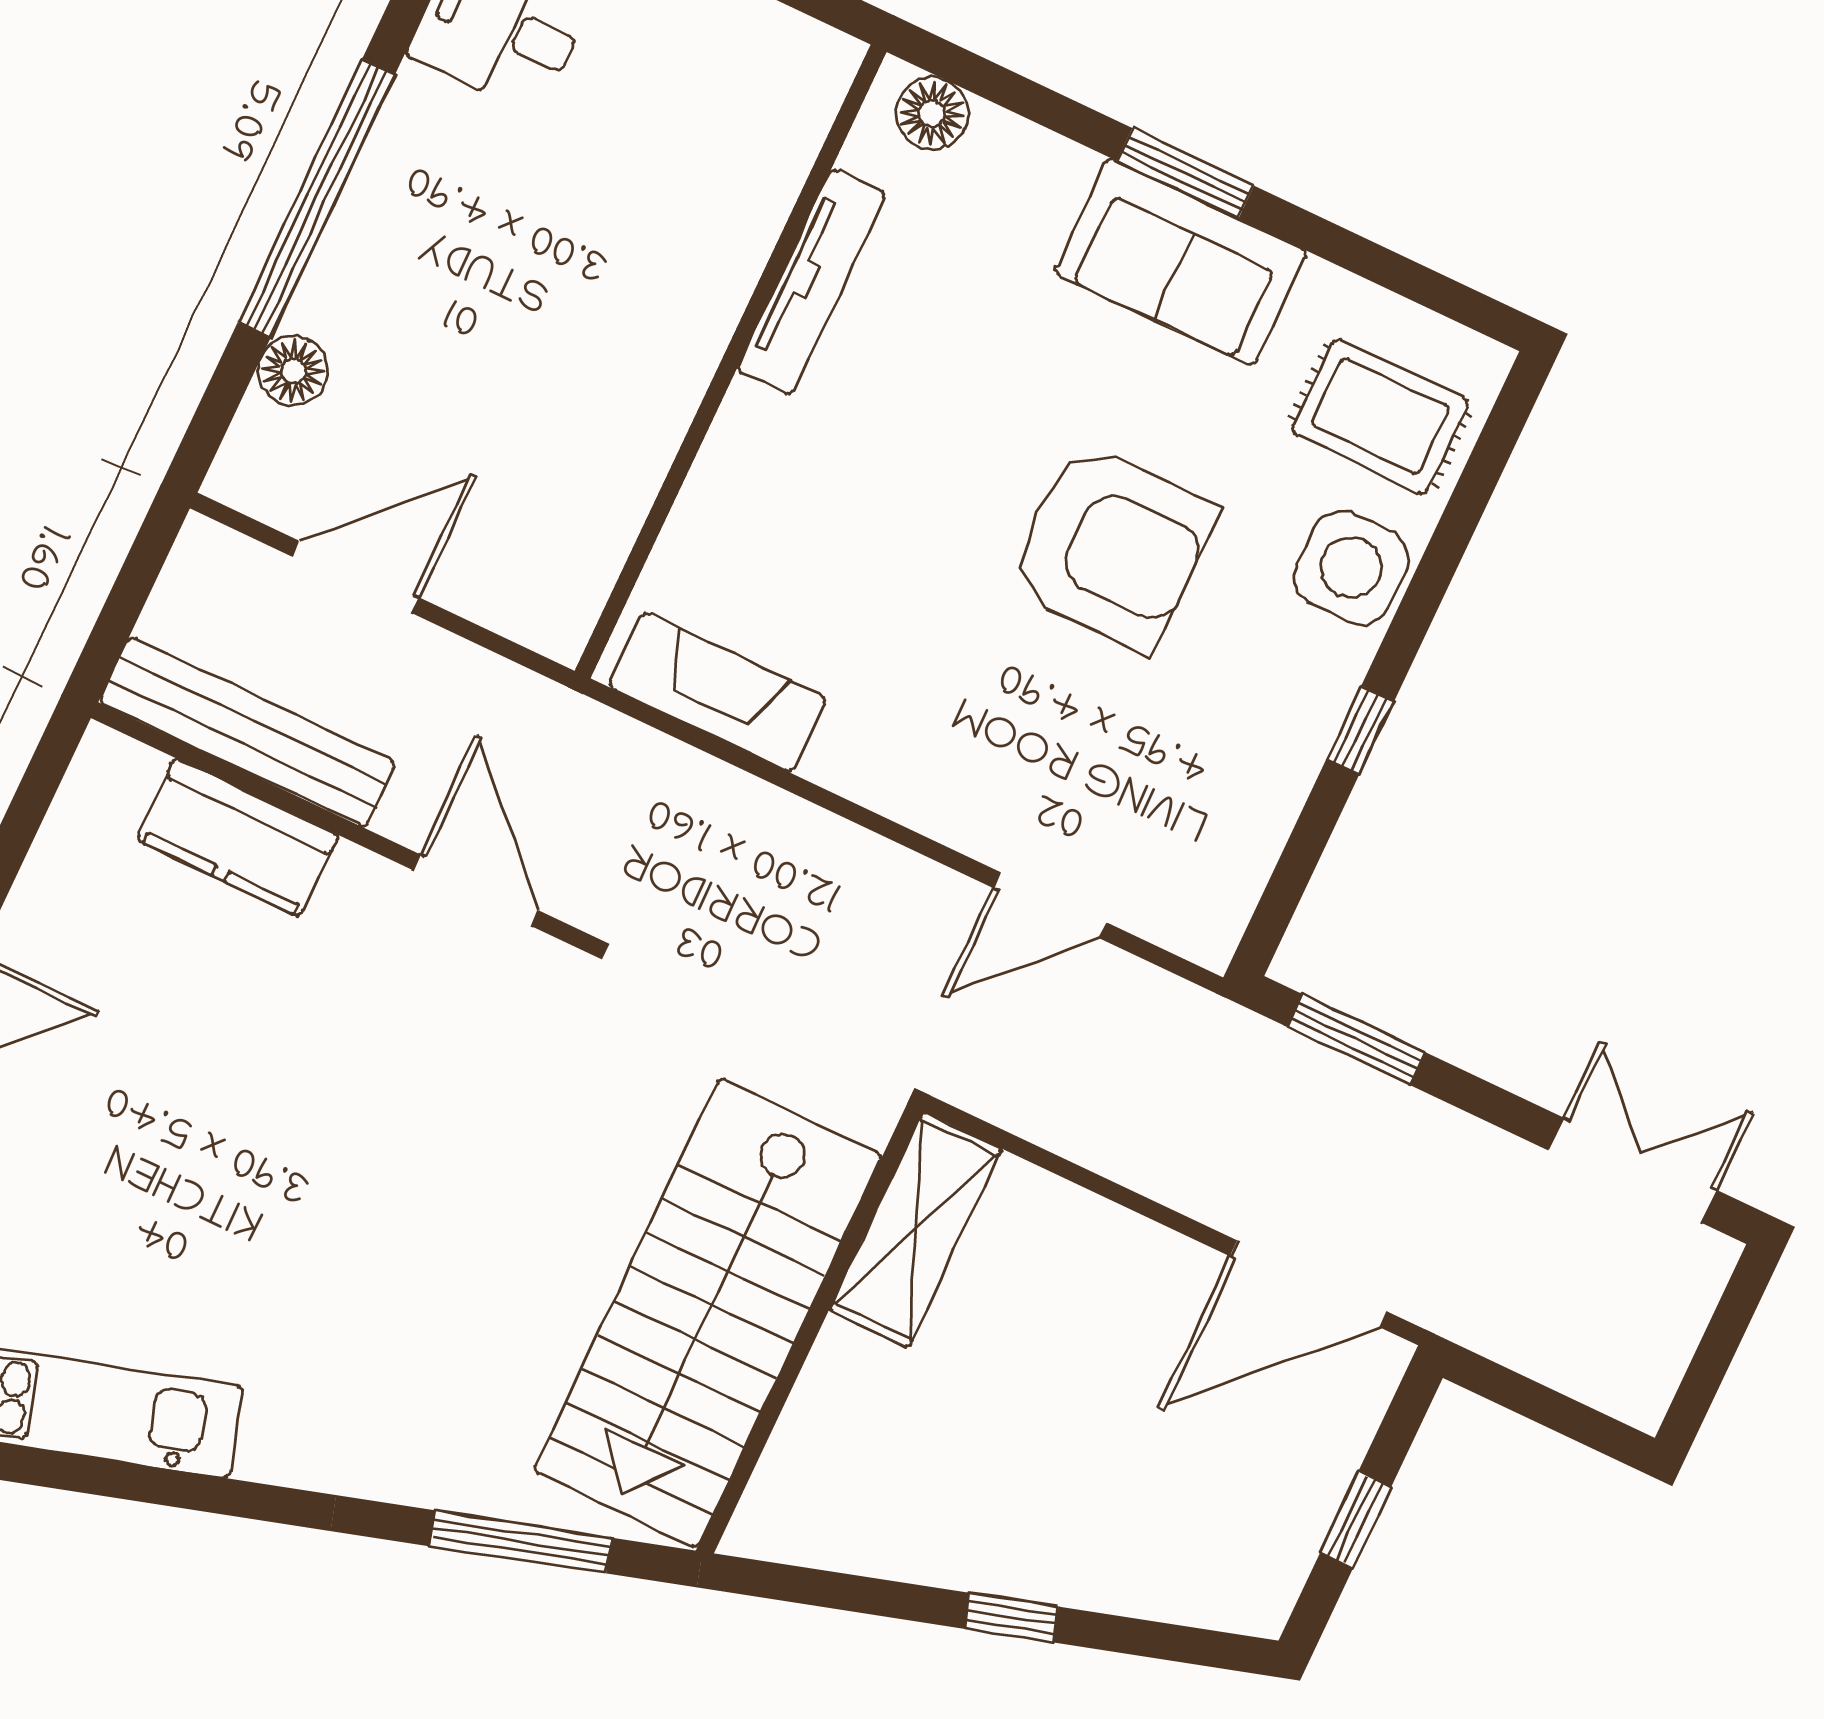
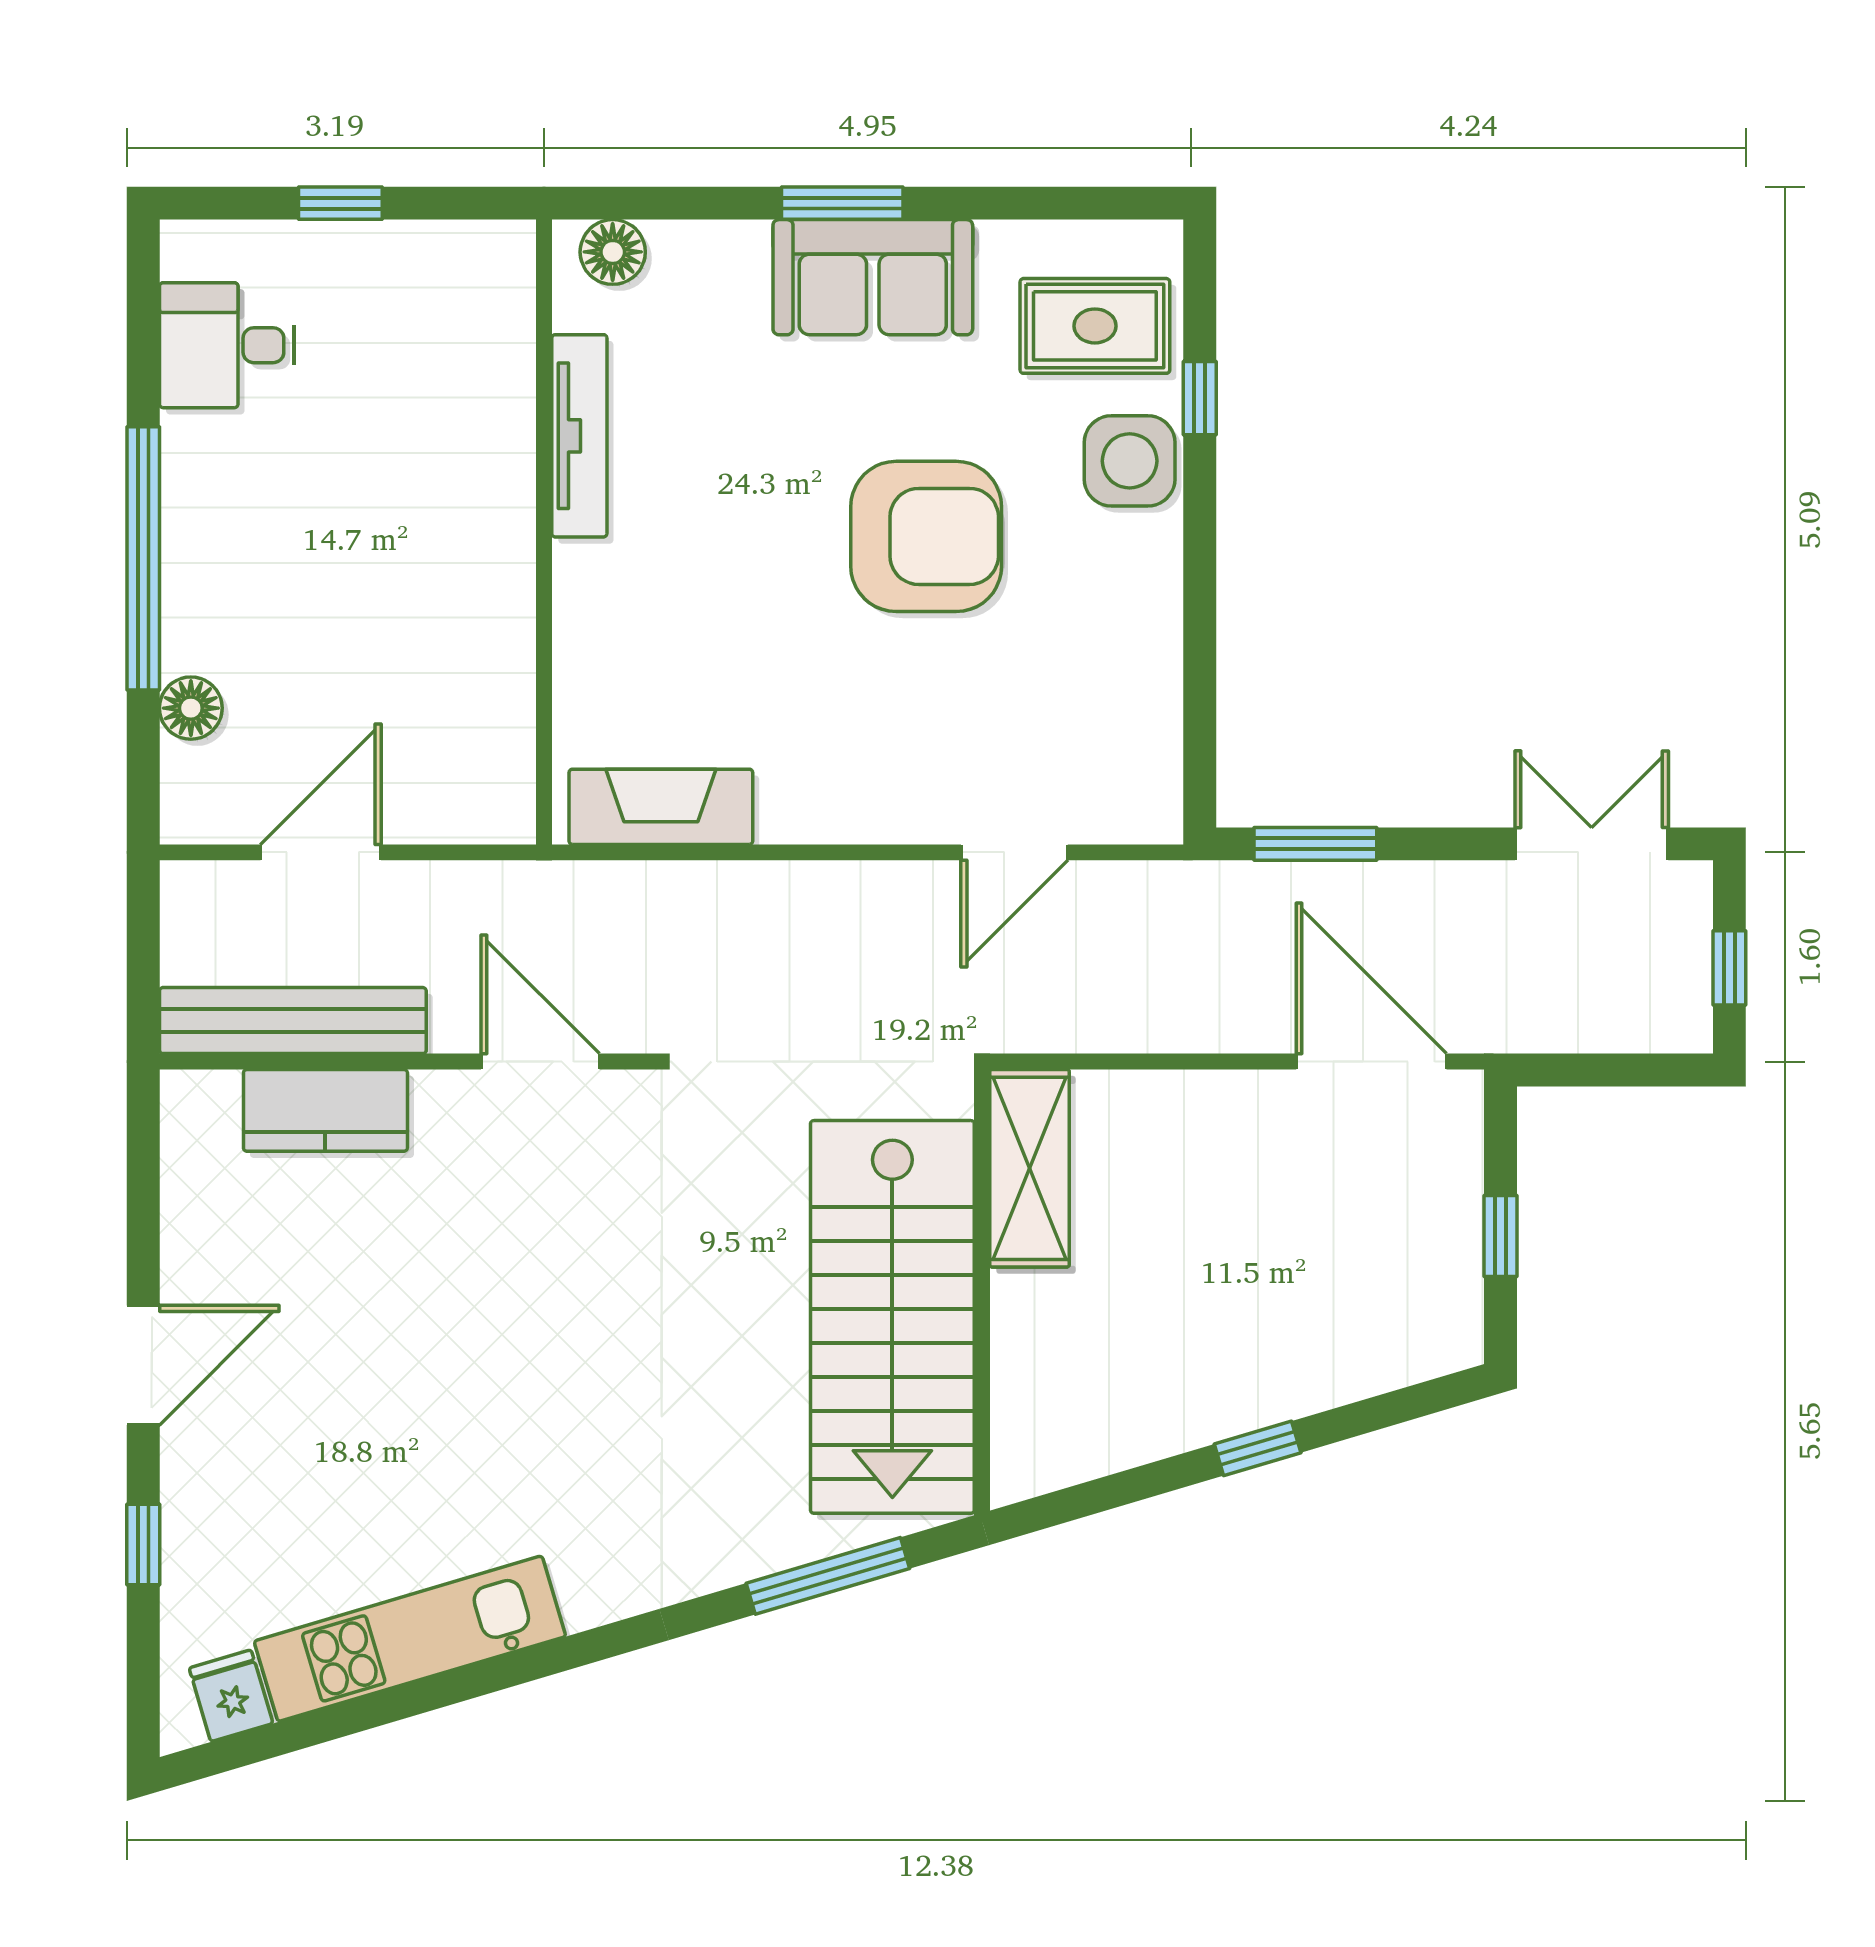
window: (1360, 730) -> (1200, 398), moved
door: (1309, 1284) -> (1371, 1062), swing flipped
window: (1712, 1360) -> (1729, 968), added

